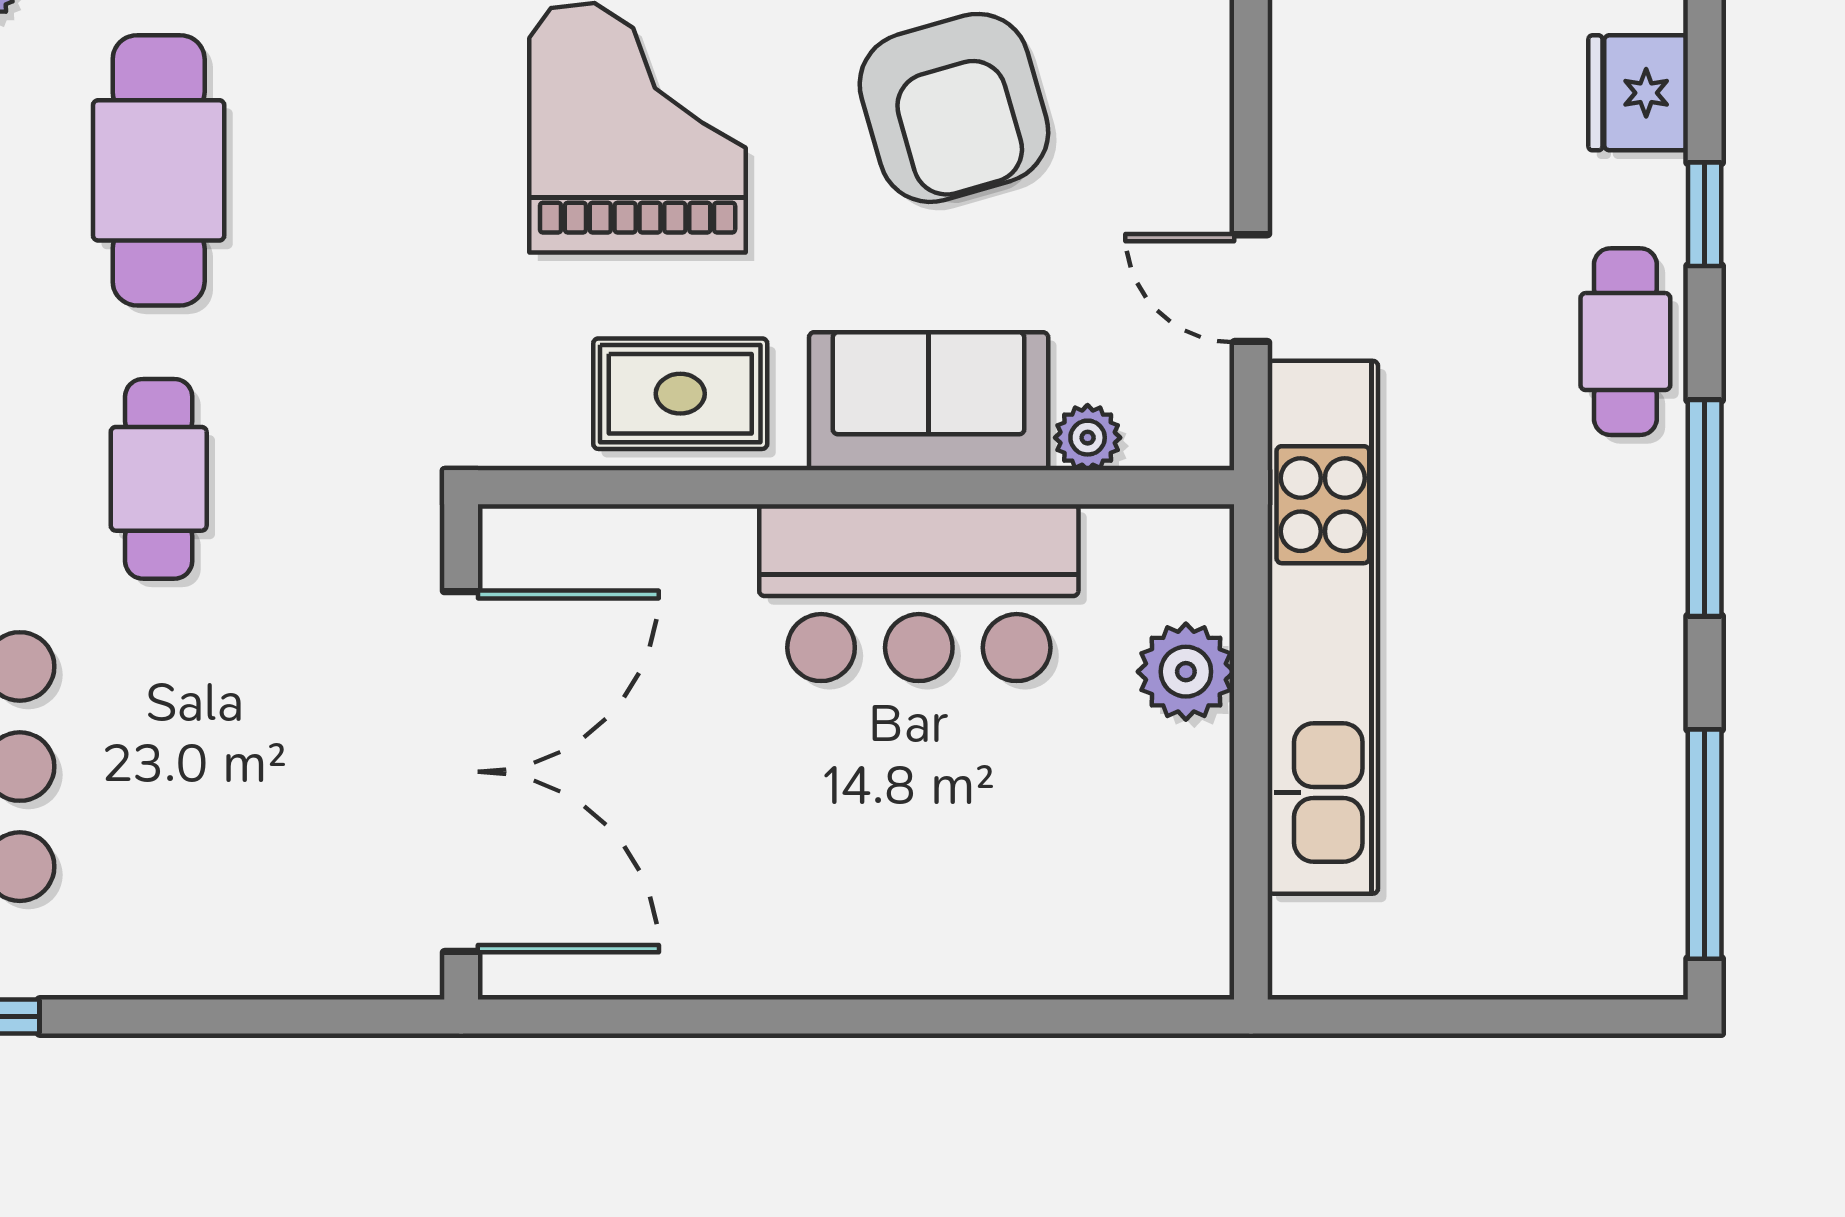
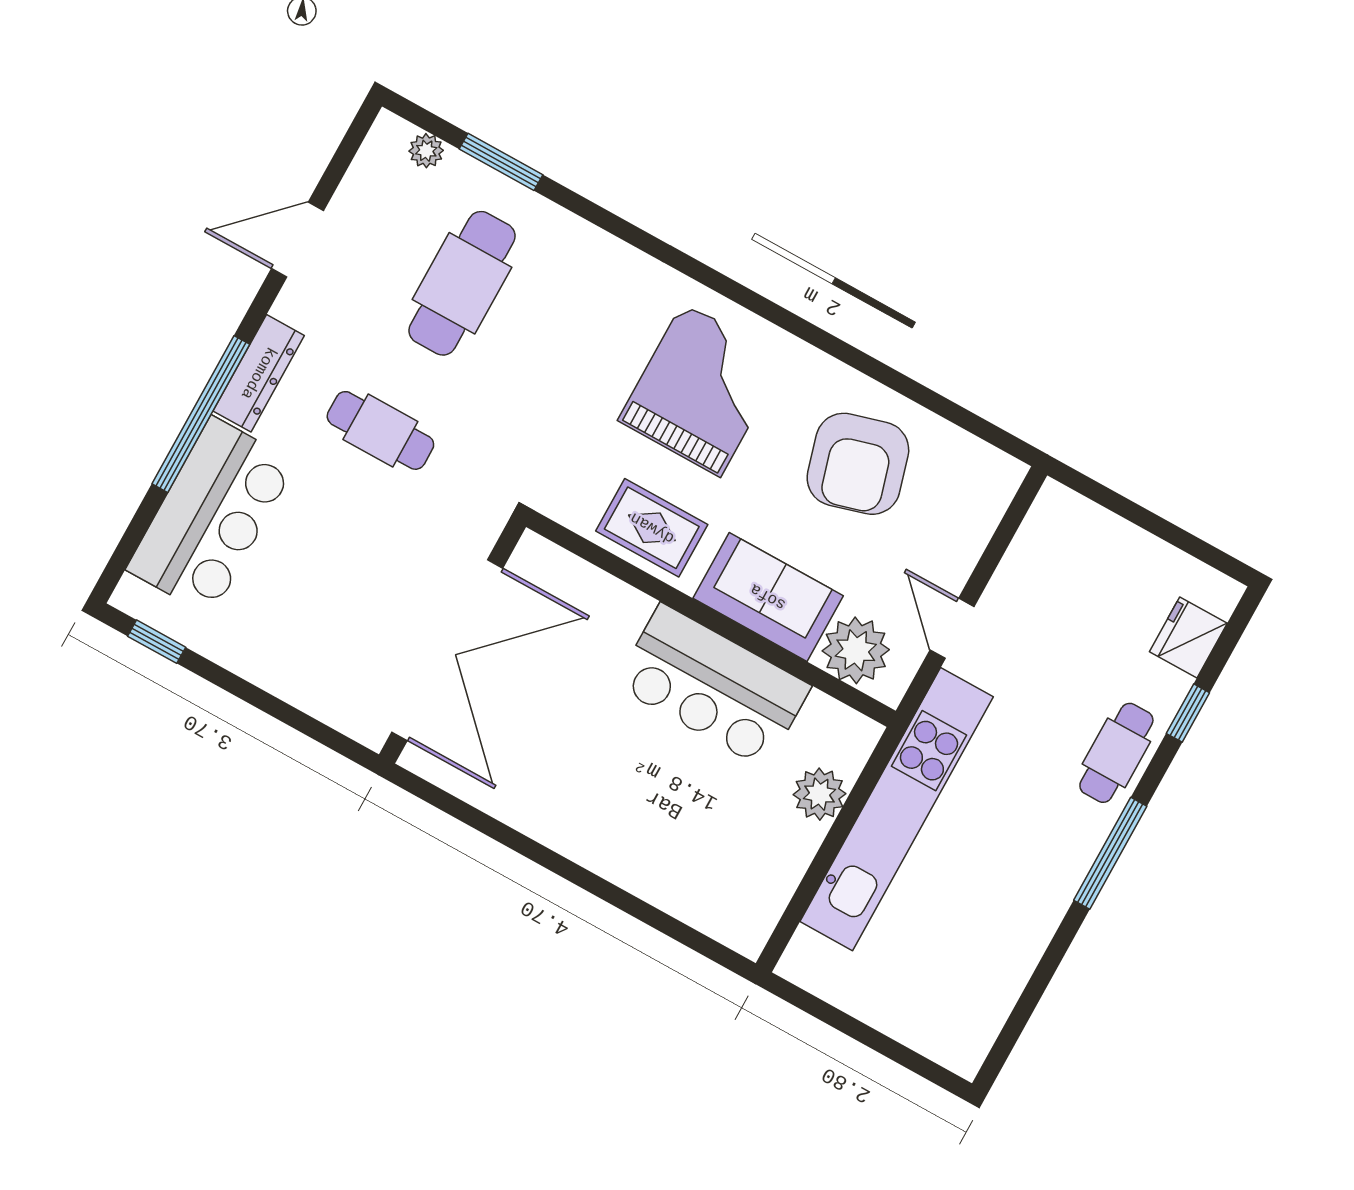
plant: (1088, 438) -> (856, 650), width x1.88, depth x1.88
cafe table: (159, 479) -> (380, 430), turned 90
window: (1705, 844) -> (1021, 1014), removed

